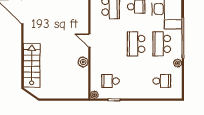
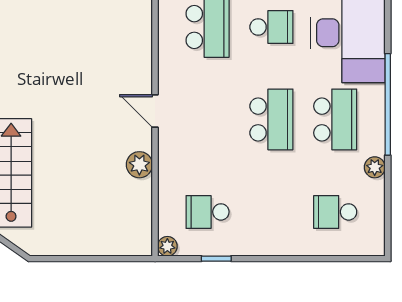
school desk: (136, 44) -> (271, 119), turned 180
school desk: (162, 44) -> (335, 119), turned 180
school desk: (162, 81) -> (335, 212), turned 180

